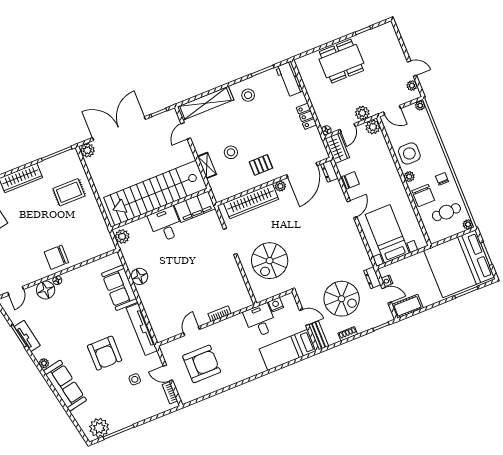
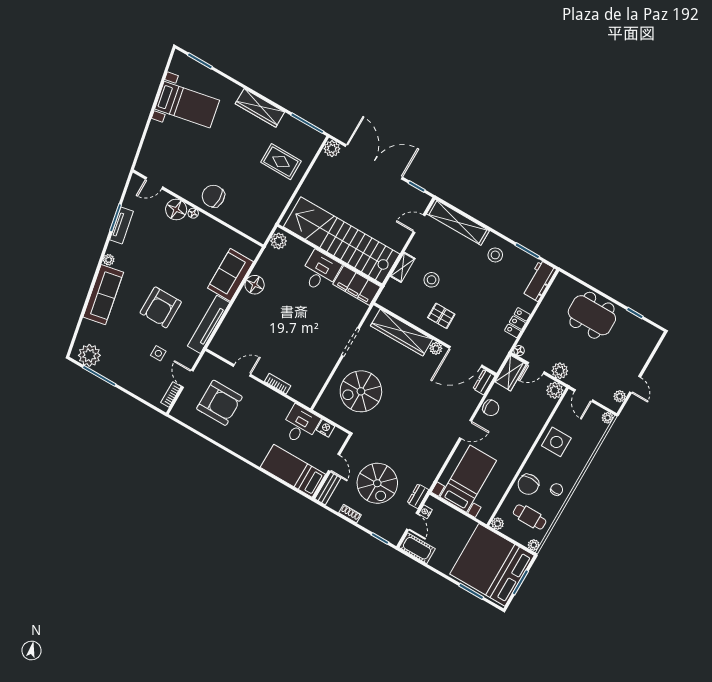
plant: (409, 177) -> (498, 524), moved

